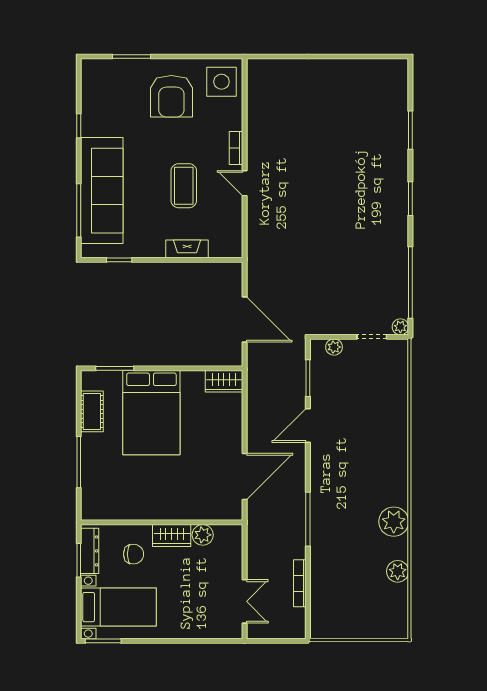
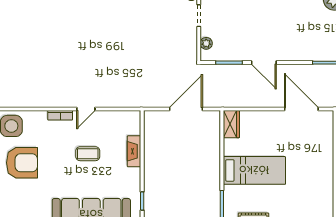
coffee table: (184, 186) -> (88, 154), width x0.73, depth x0.77
bed: (151, 413) -> (254, 170), width x0.67

